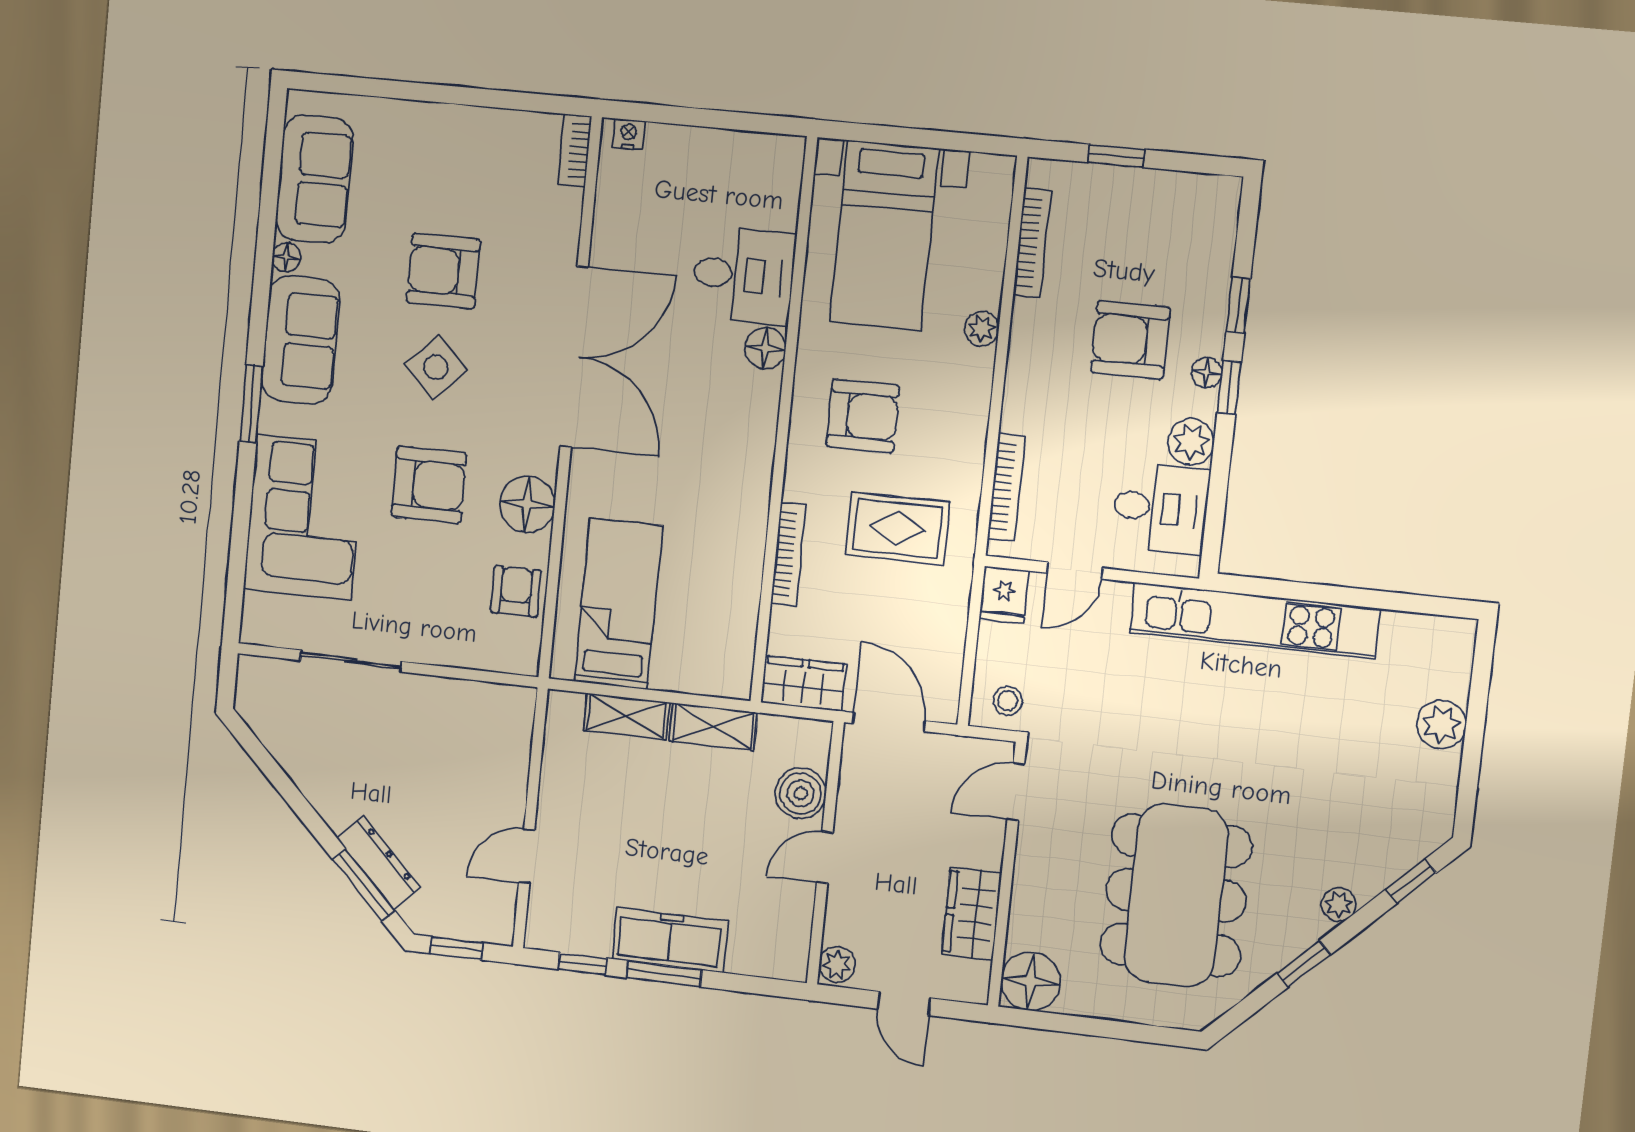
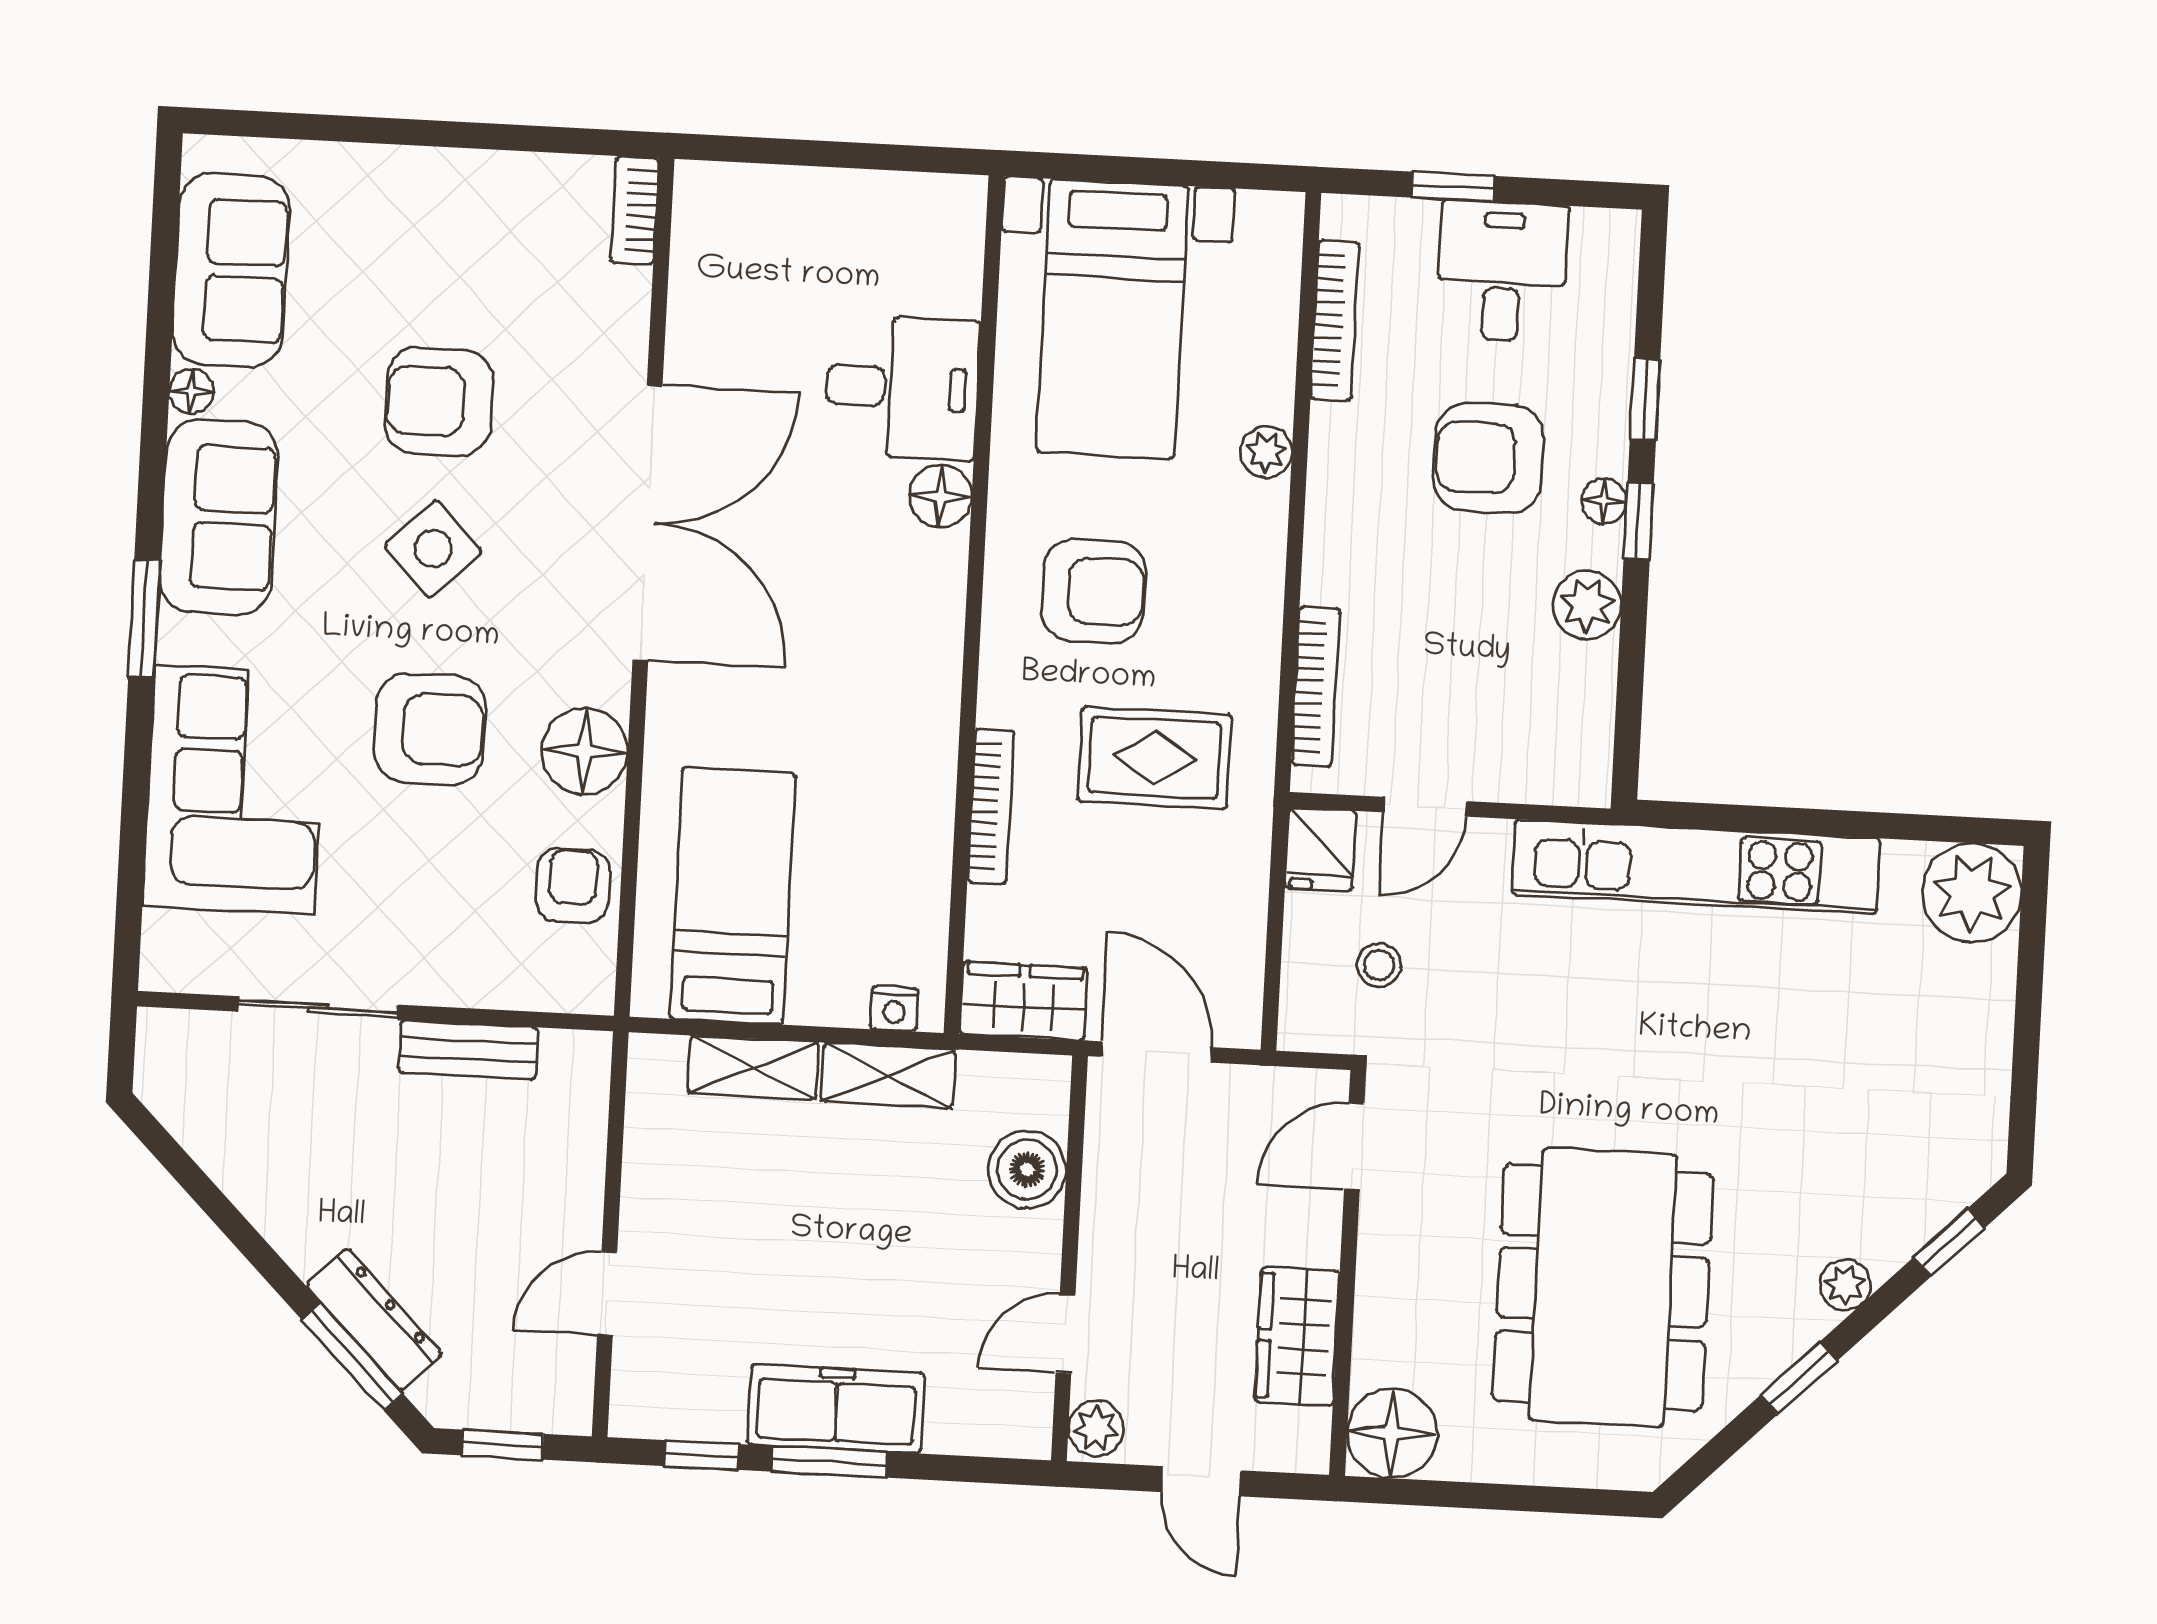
nightstand: (629, 134) -> (894, 1009), moved, turned 180
desk: (1160, 508) -> (1502, 271), moved, turned -90
bench: (445, 694) -> (468, 1050), added
stool: (1008, 701) -> (1379, 965), moved
plant: (1441, 724) -> (1972, 893), moved, width x1.36, depth x1.36
door: (825, 857) -> (1065, 1334), moved

